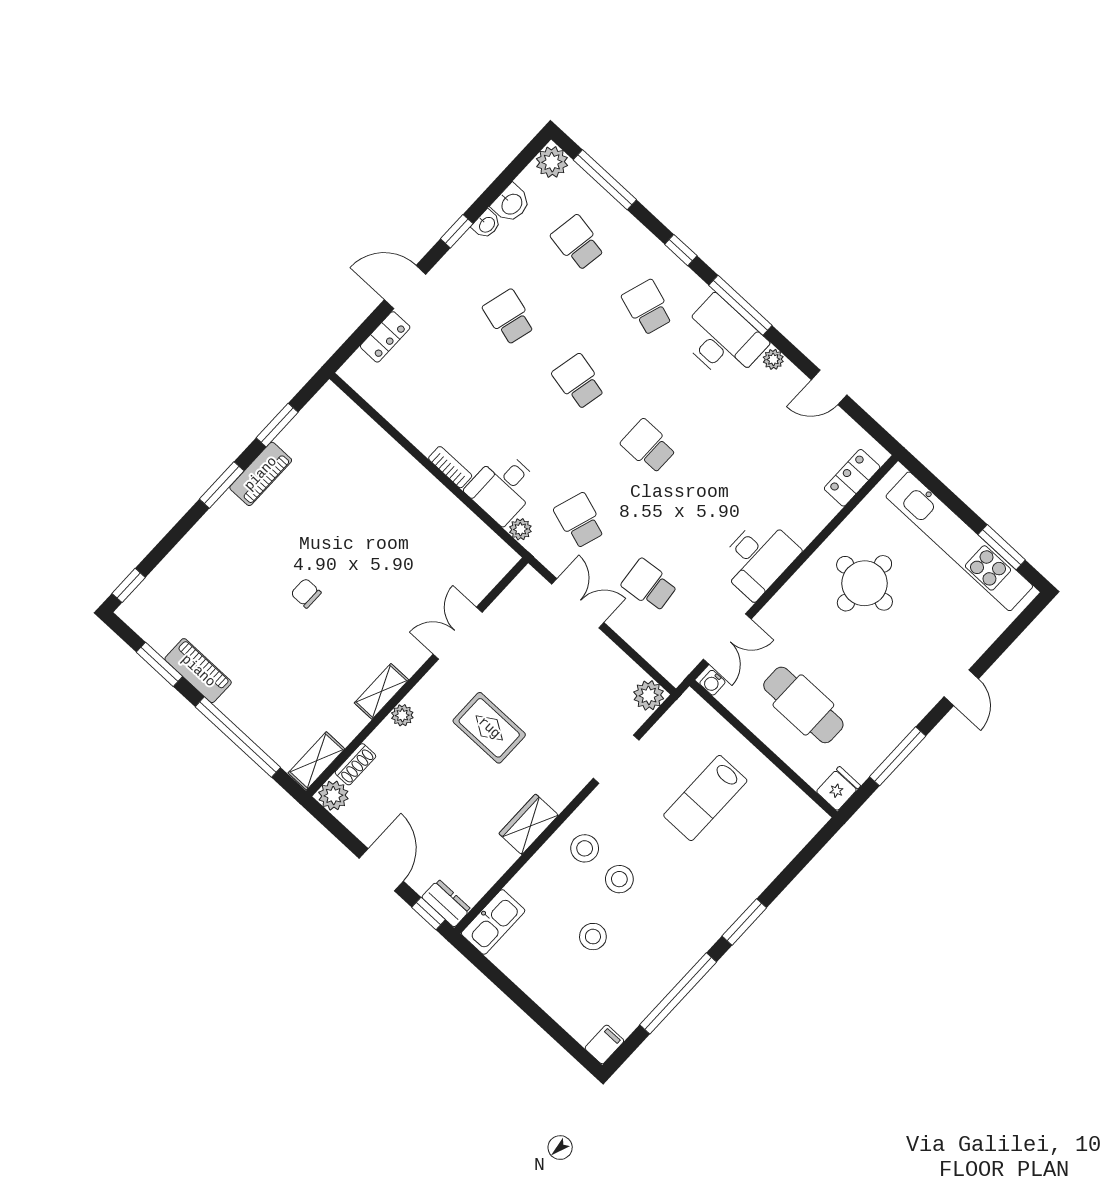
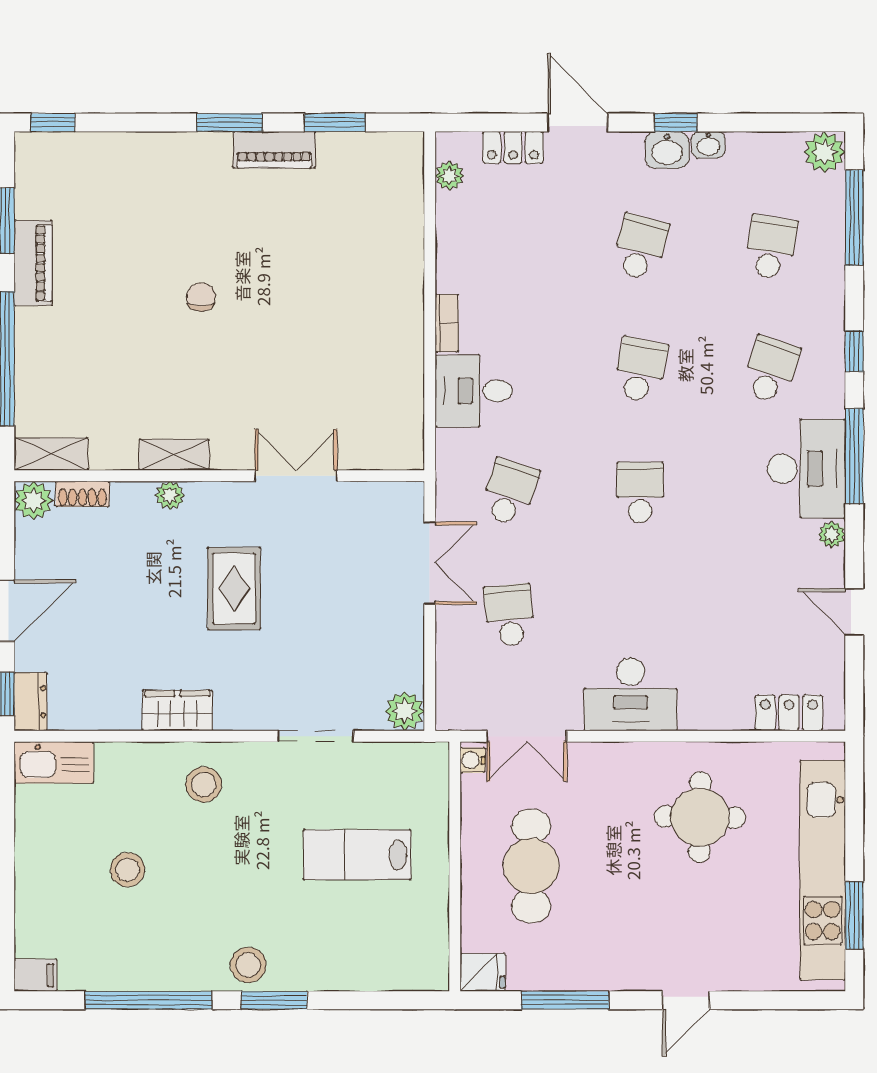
washbasin: (511, 204) -> (667, 150), moved
plant: (520, 529) -> (449, 176), moved
stool: (619, 879) -> (248, 965), moved

